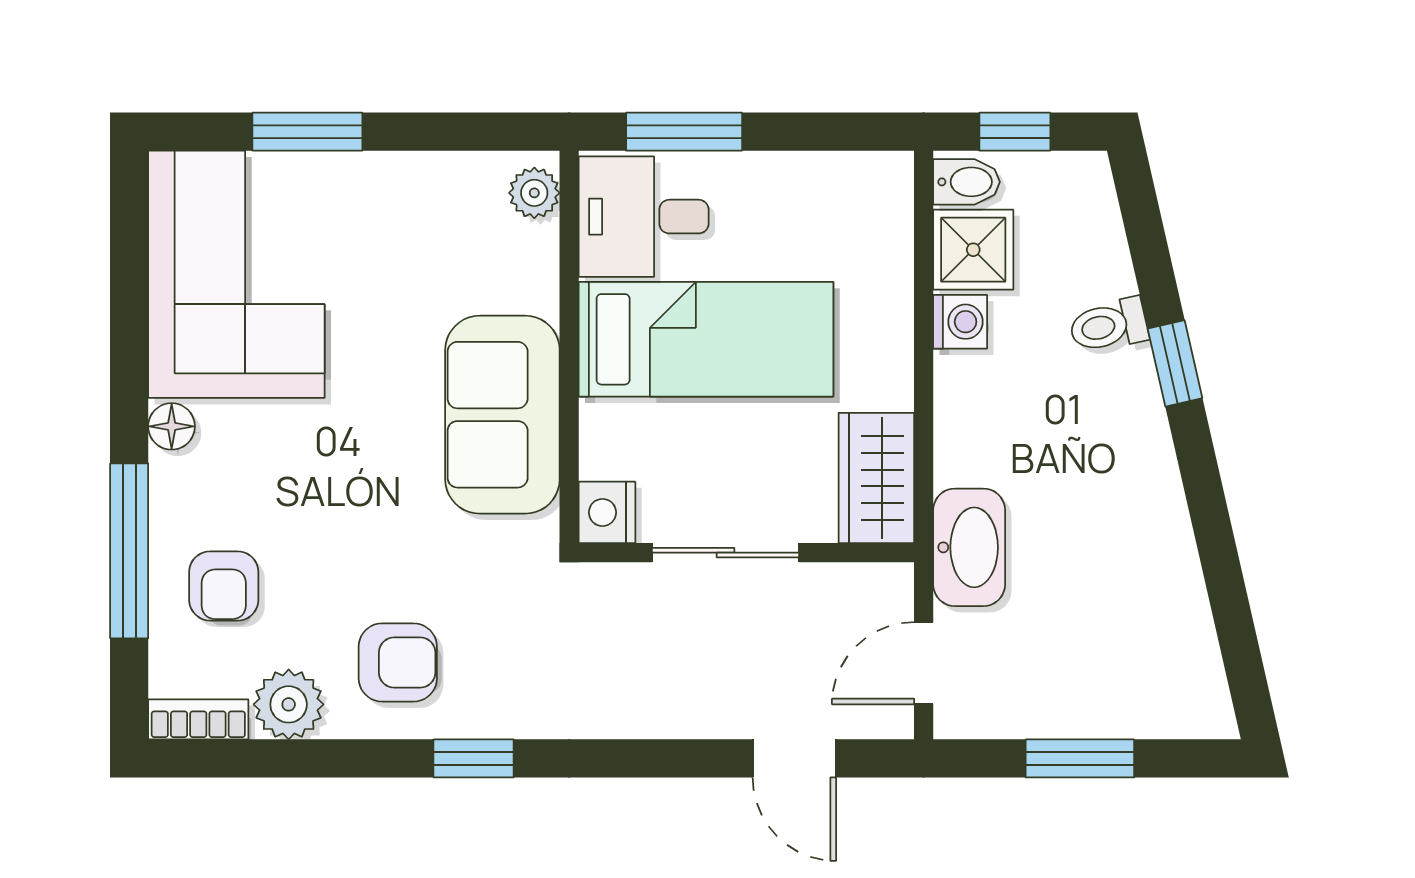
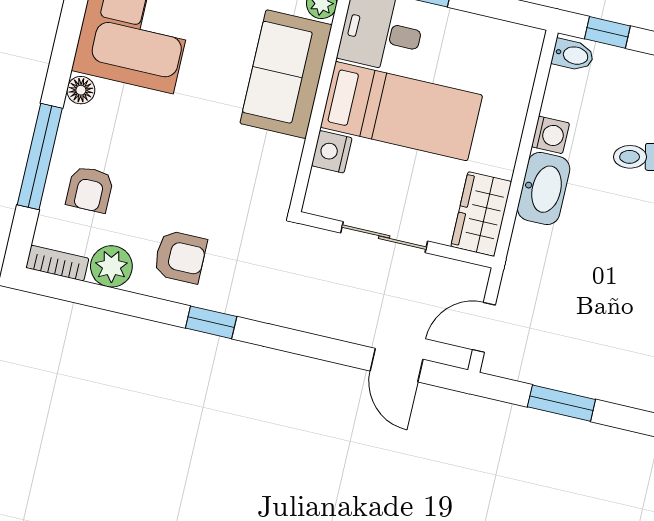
shower: (973, 250) -> (568, 95), removed
sofa: (502, 415) -> (286, 74), moved
nightstand: (607, 512) -> (332, 152), moved
washbasin: (969, 547) -> (544, 189), moved

